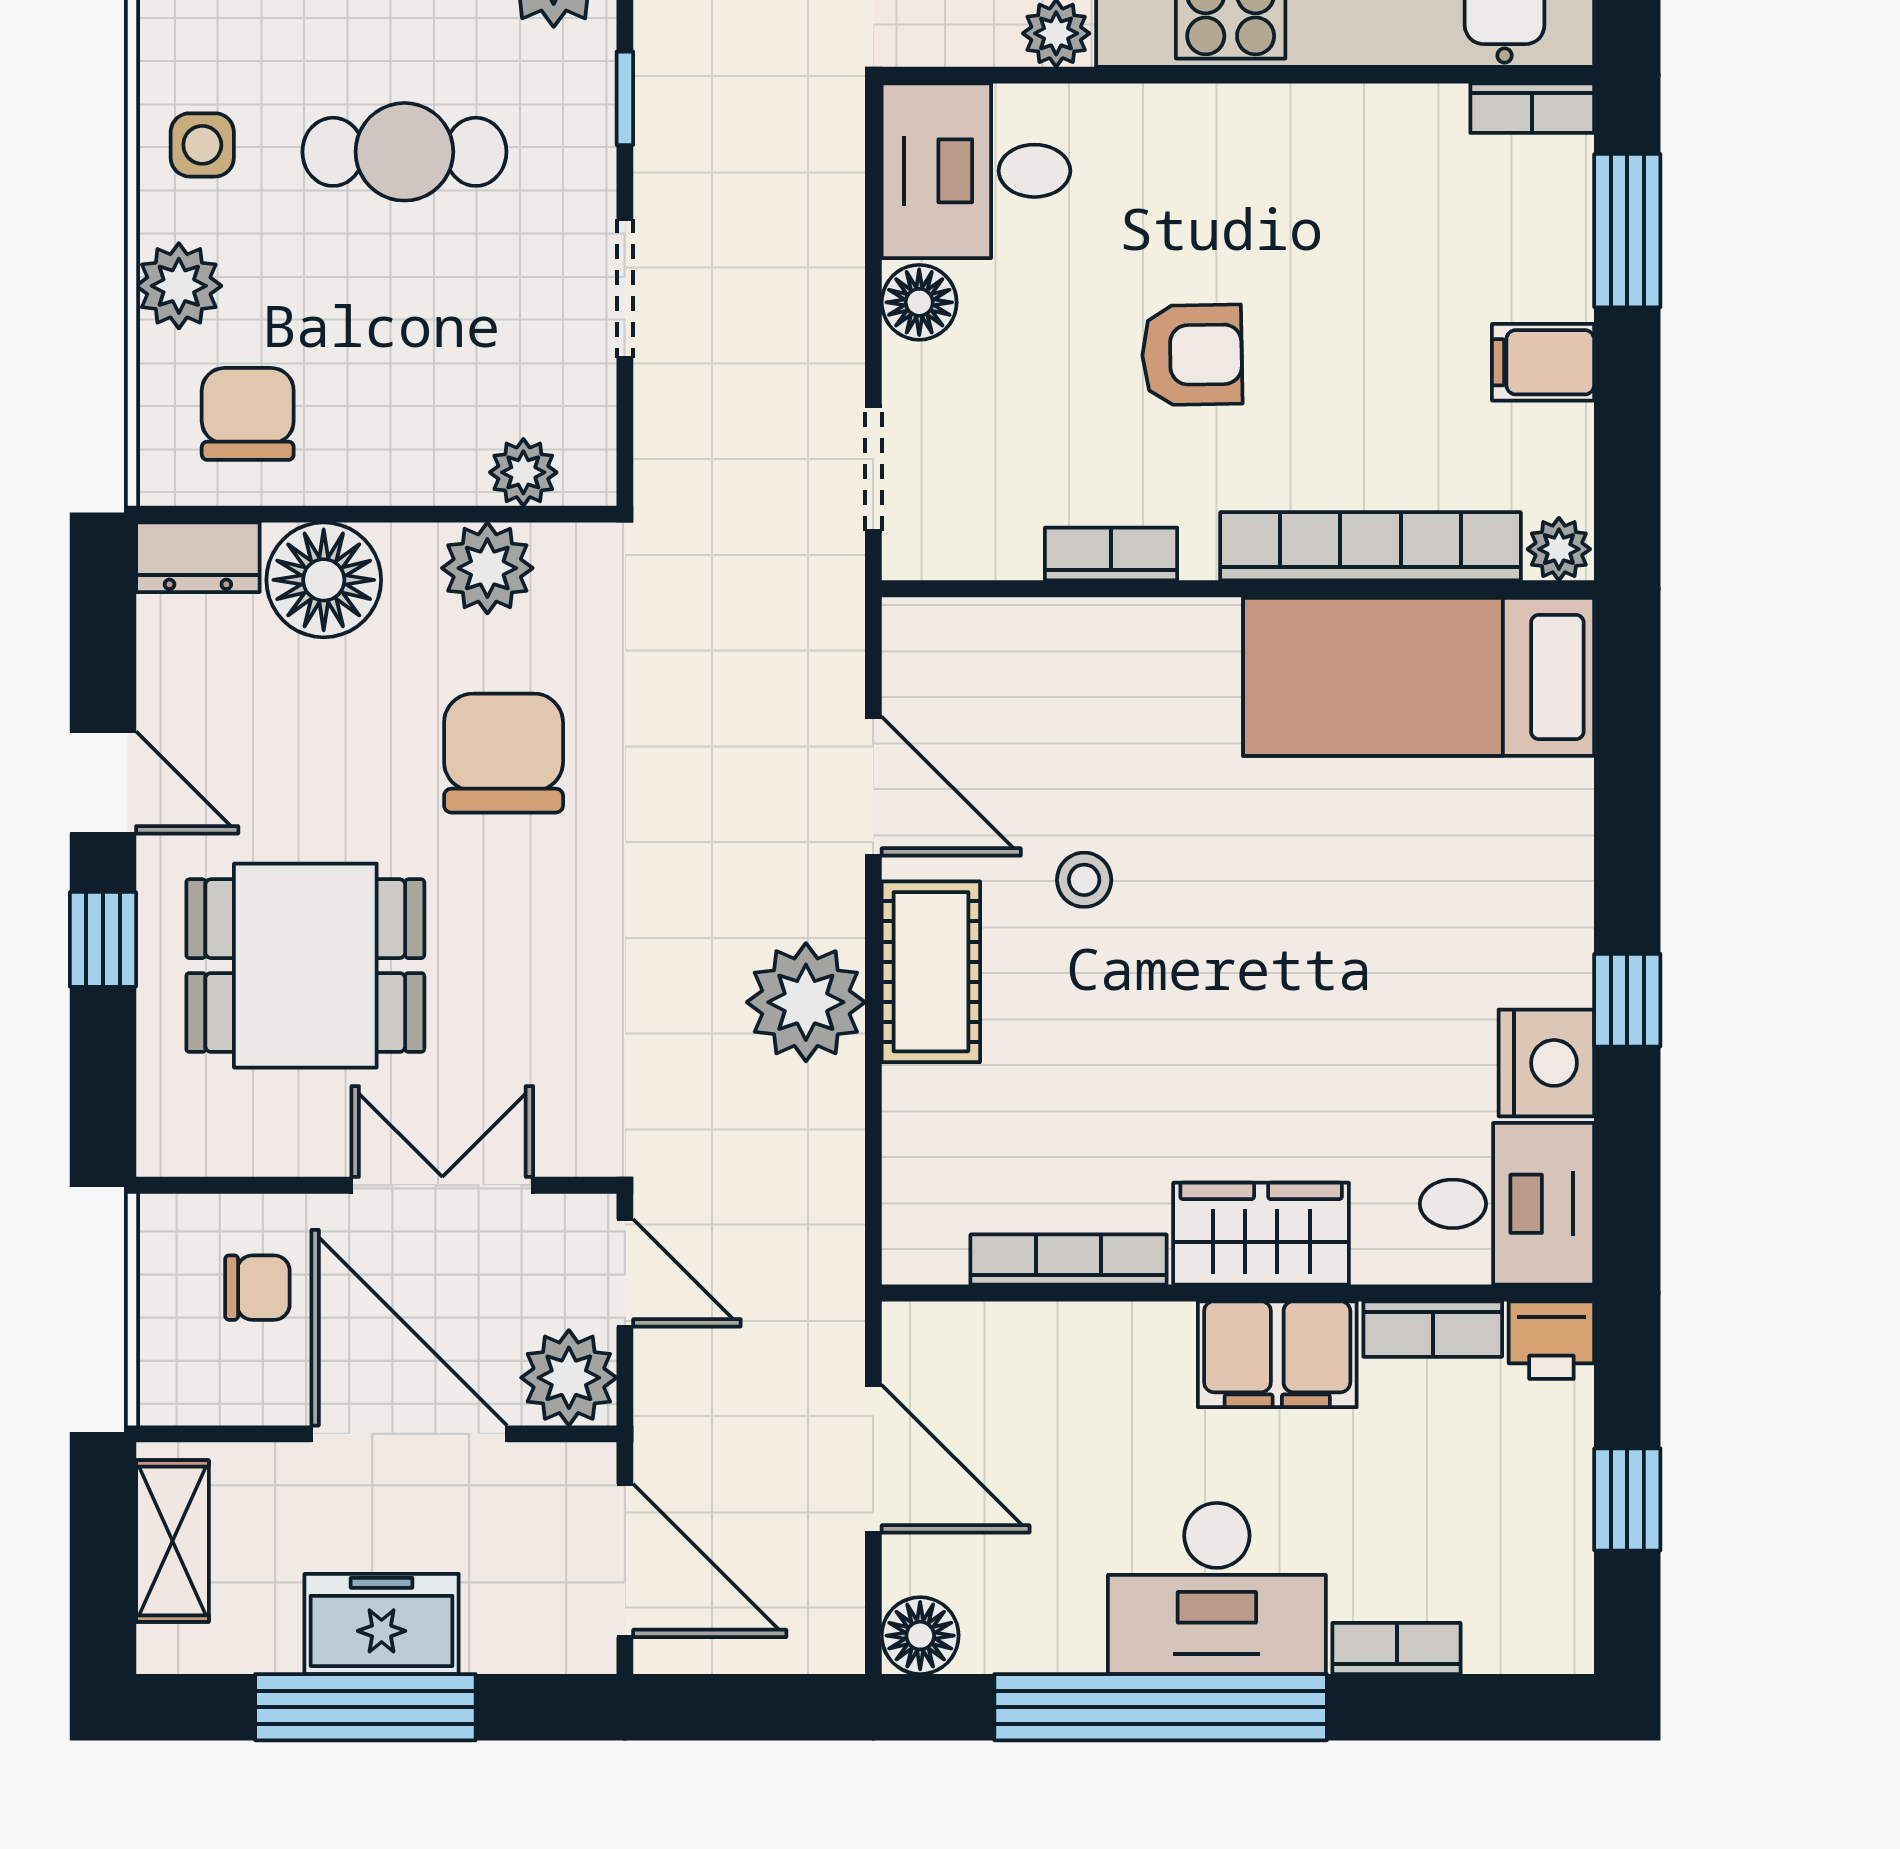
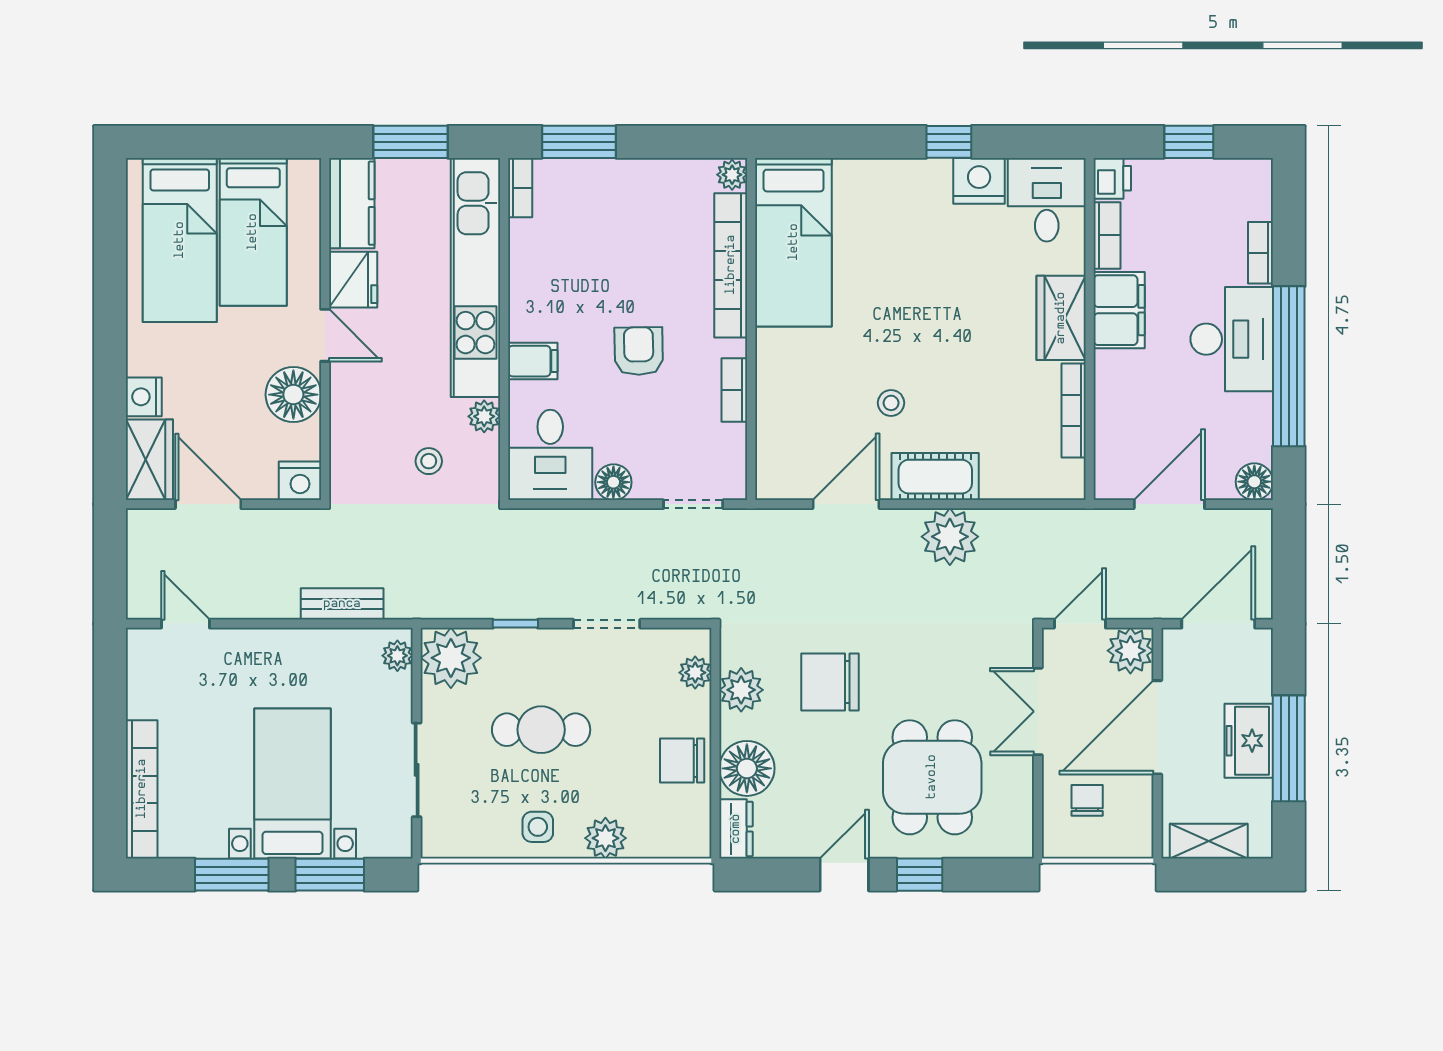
cafe table: (404, 152) -> (541, 730), turned 90
filing cabinet: (1543, 362) -> (533, 361), moved, turned -90
chair: (248, 414) -> (682, 761), moved

